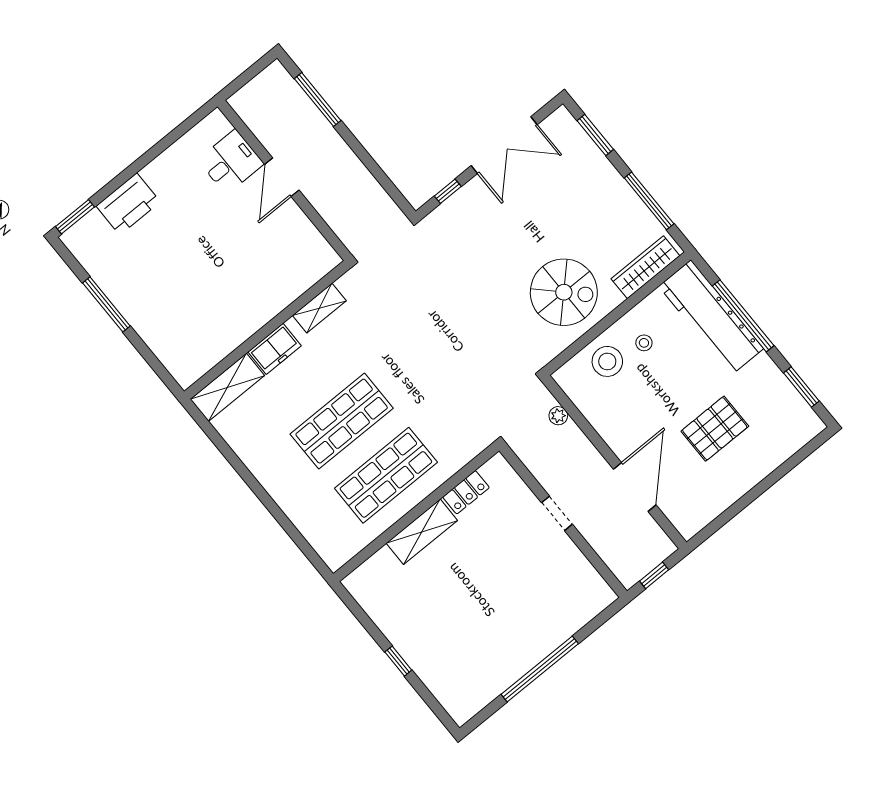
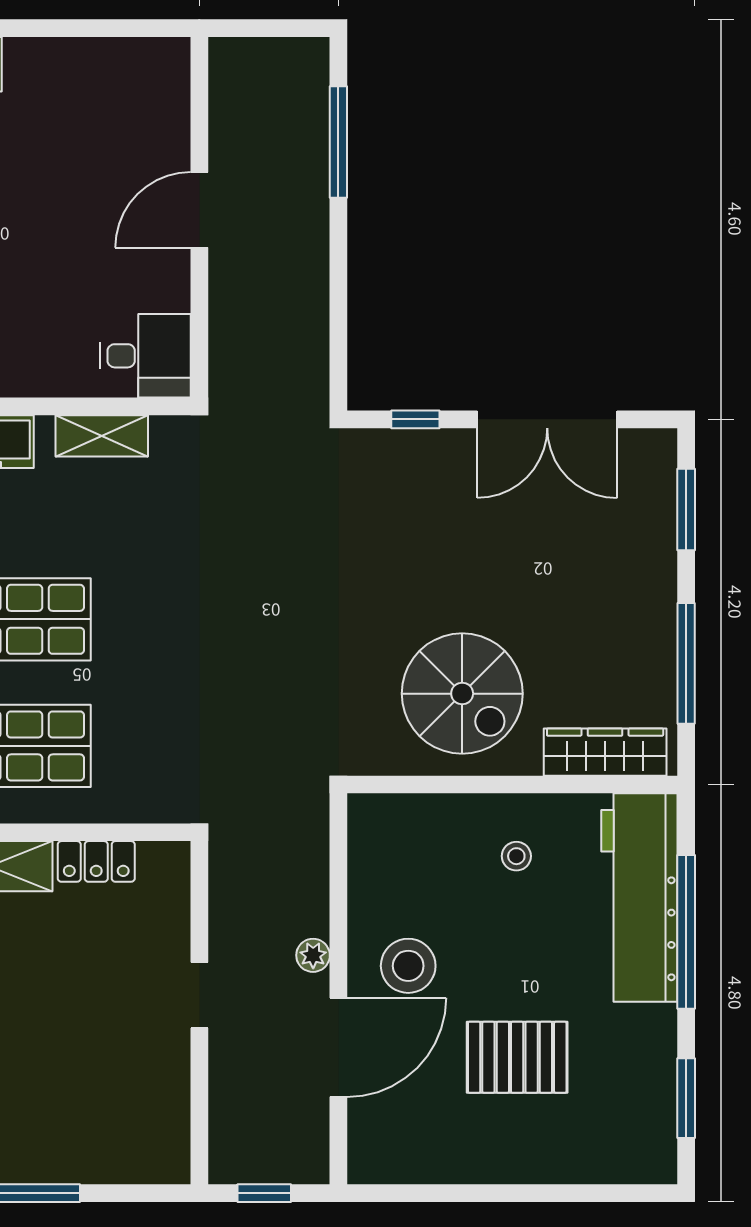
desk: (231, 162) -> (146, 356), moved
stool: (607, 361) -> (408, 966), moved
plant: (558, 416) -> (313, 955), moved

